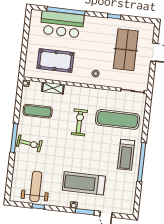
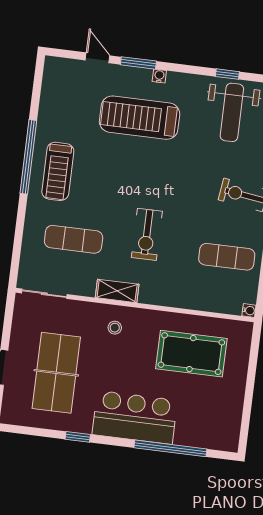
bar counter: (62, 24) -> (135, 417), moved
shelving: (53, 88) -> (117, 291), moved
exercise mat: (118, 119) -> (74, 239), width x0.73, depth x0.69
treadmill: (126, 155) -> (58, 171), turned 180
treadmill: (84, 183) -> (140, 118), turned 180

